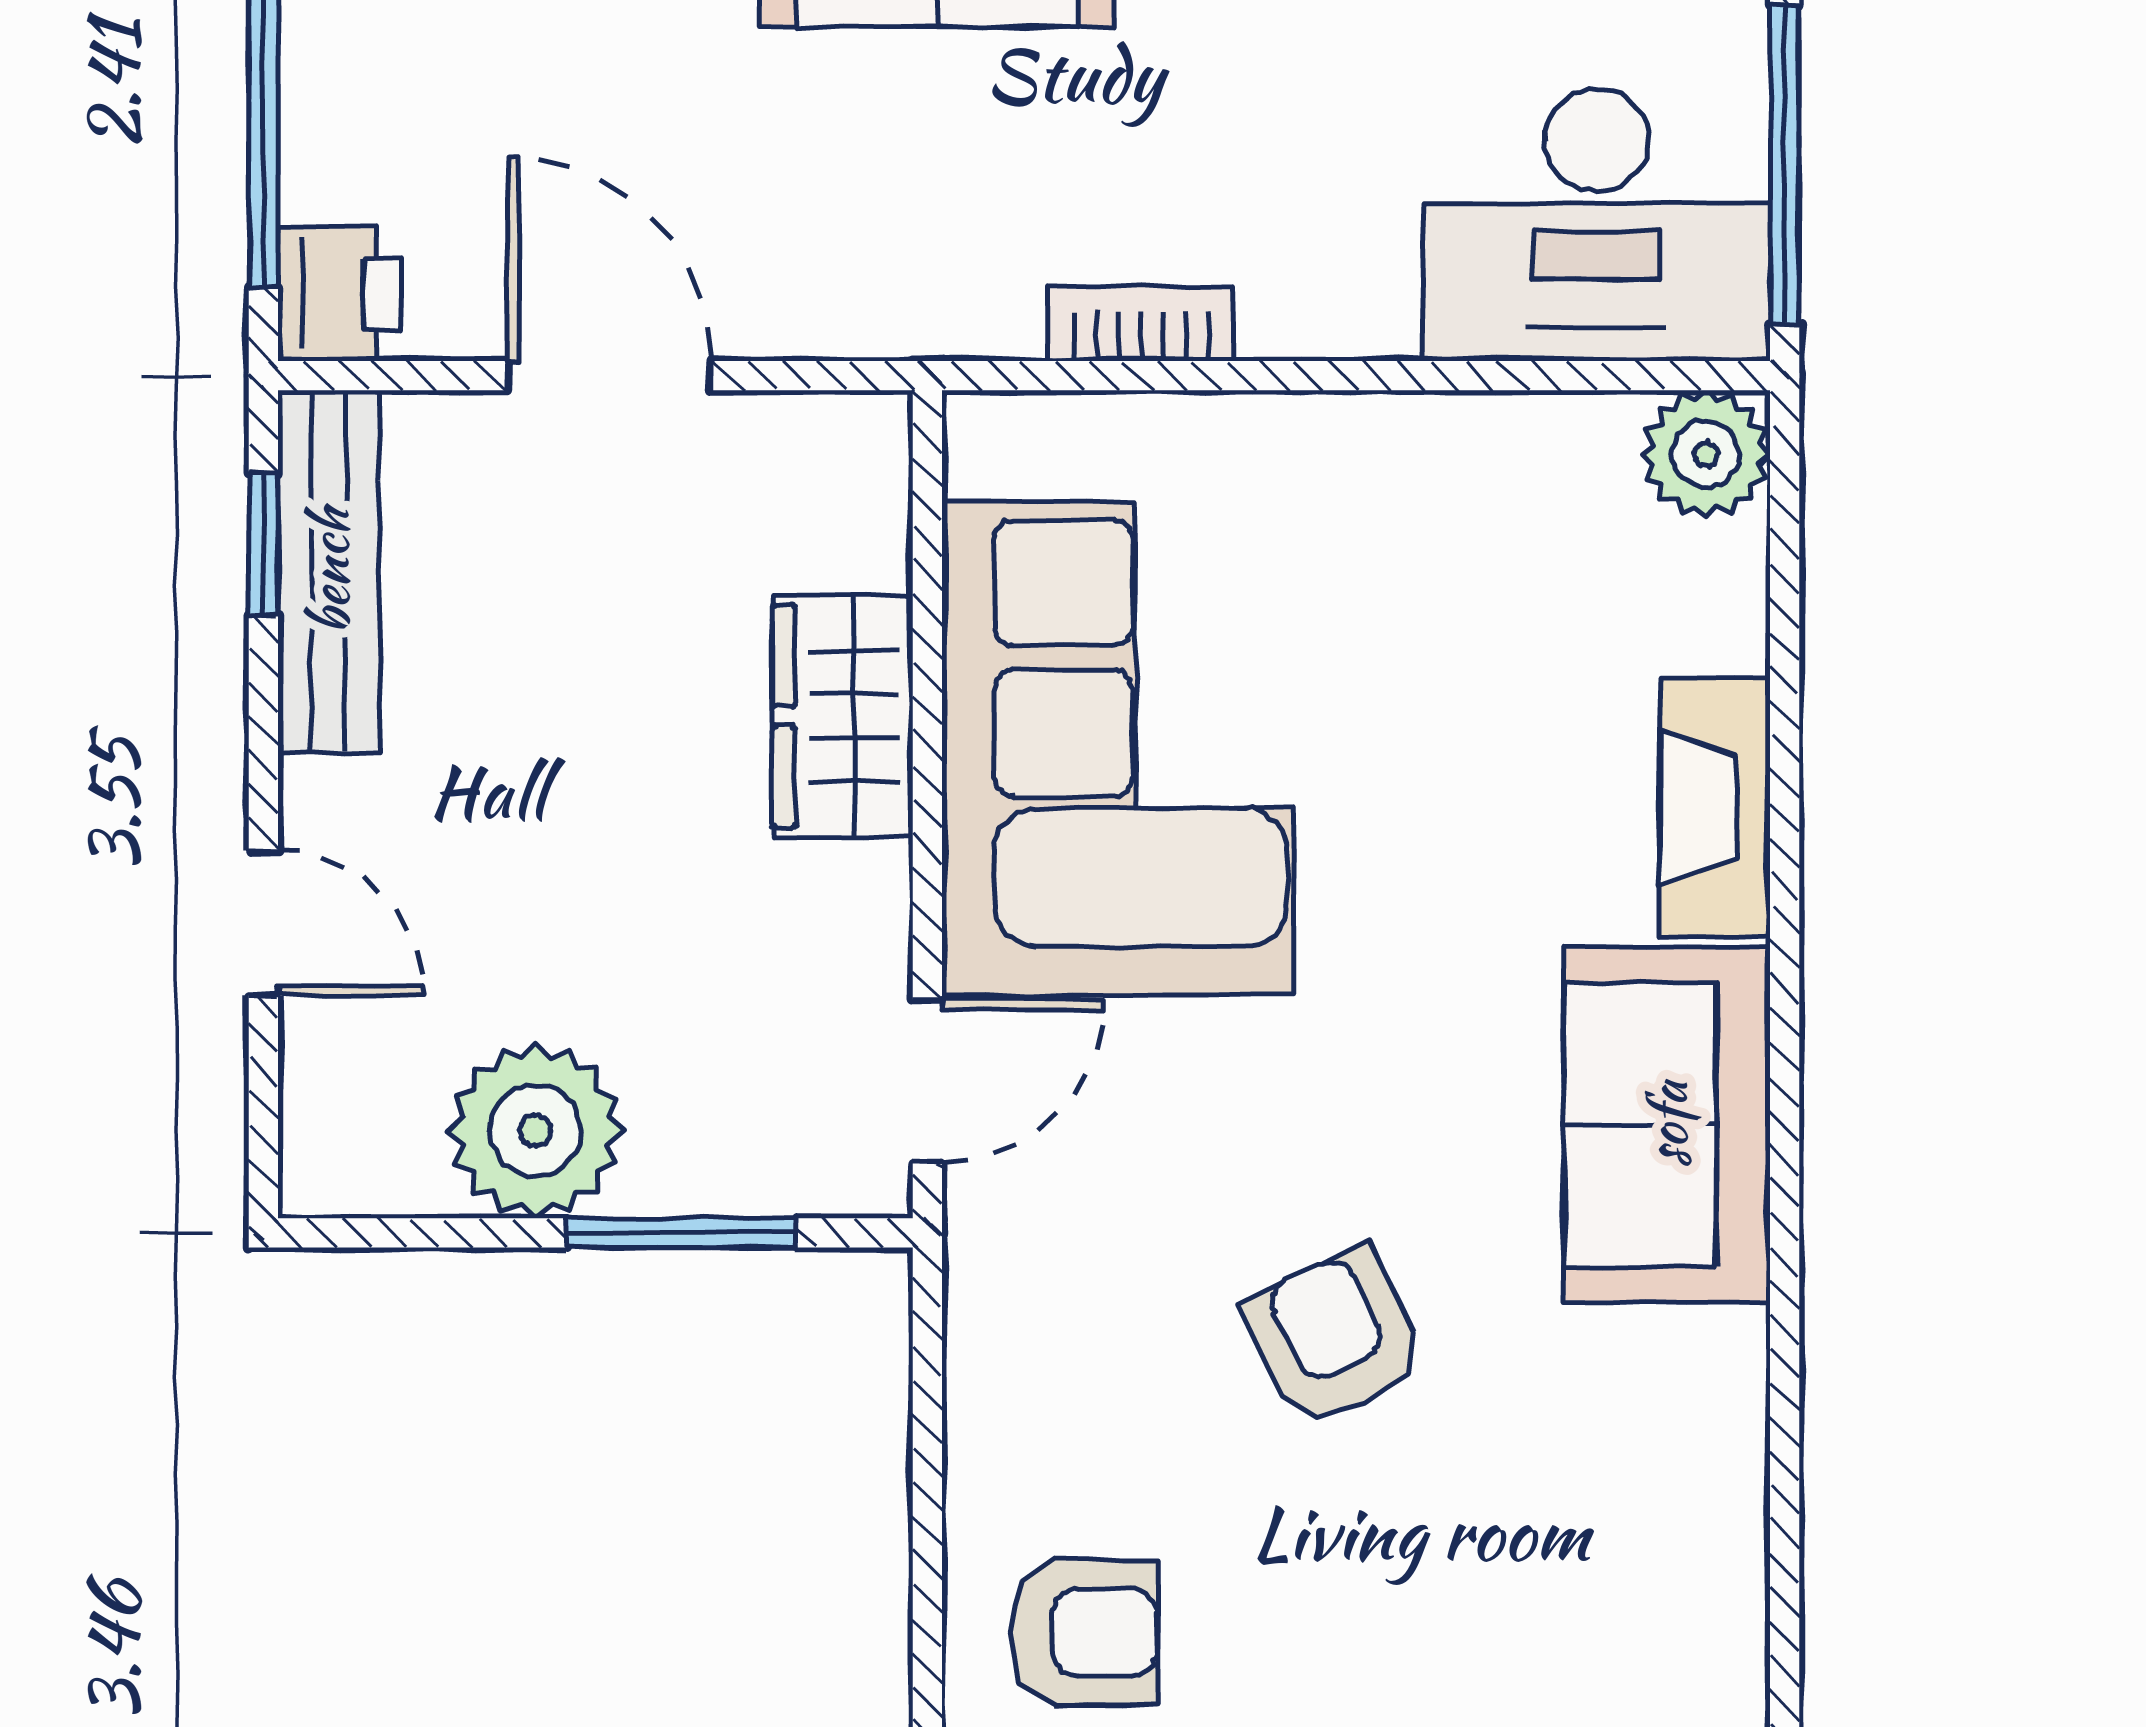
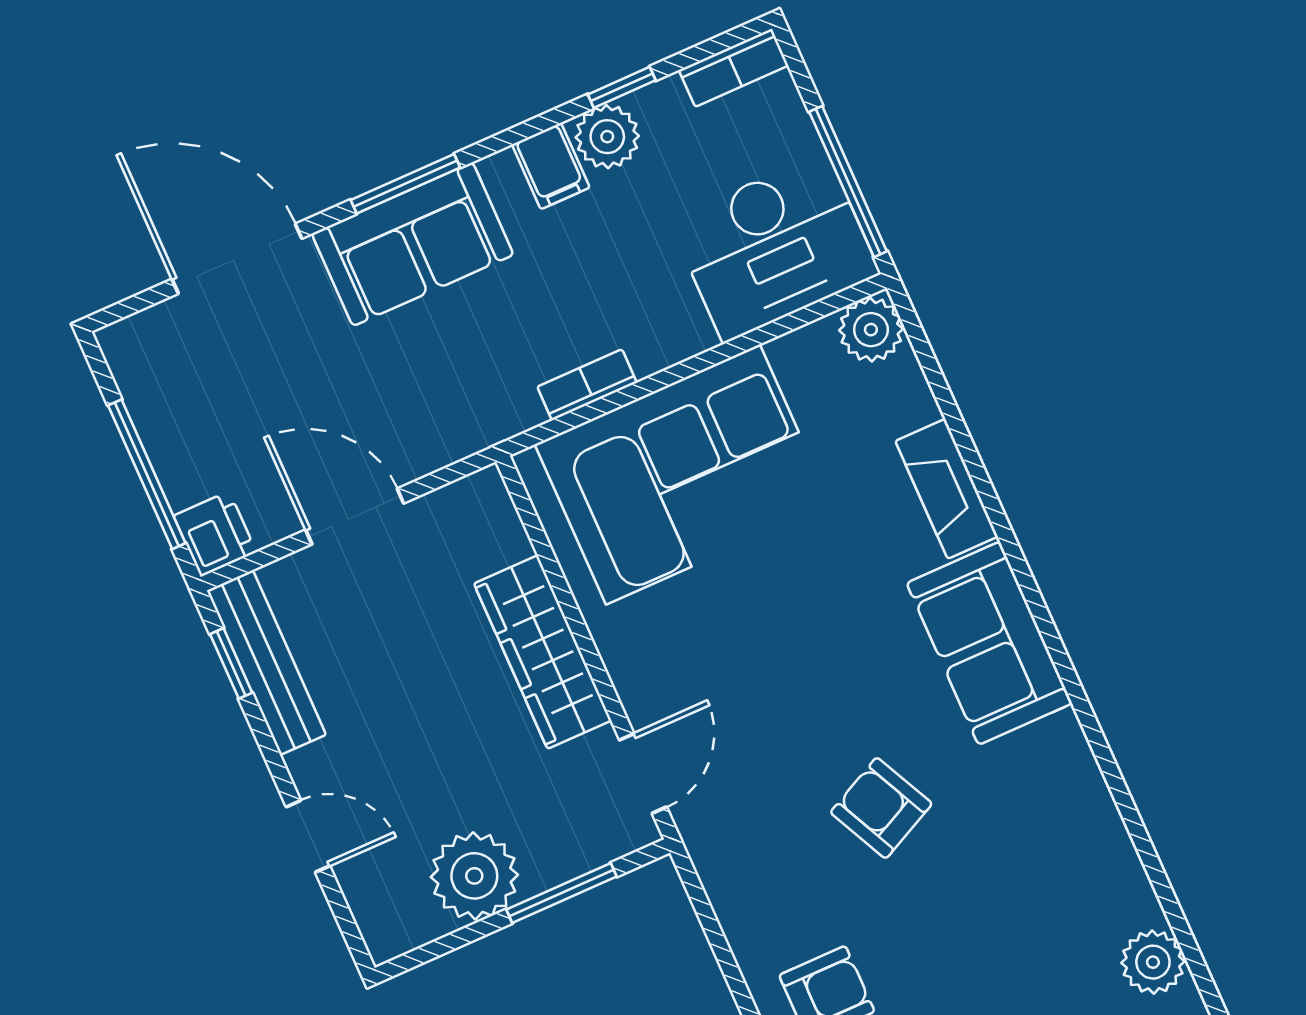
wardrobe: (843, 716) -> (543, 652), width x1.50
corner sofa: (1118, 749) -> (683, 474), moved, turned 90

